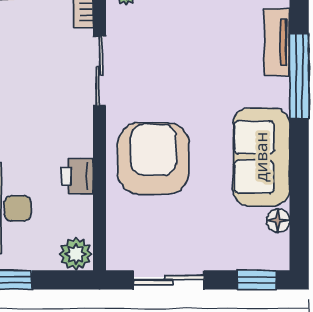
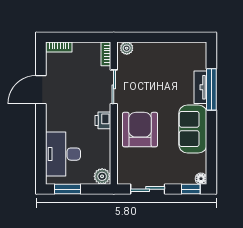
tv unit: (277, 42) -> (200, 87), moved
printer: (77, 176) -> (103, 120), moved
floor lamp: (278, 221) -> (201, 179), moved

